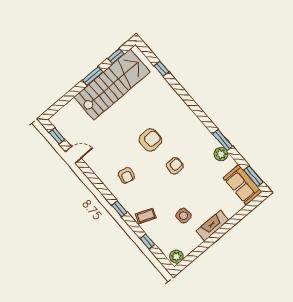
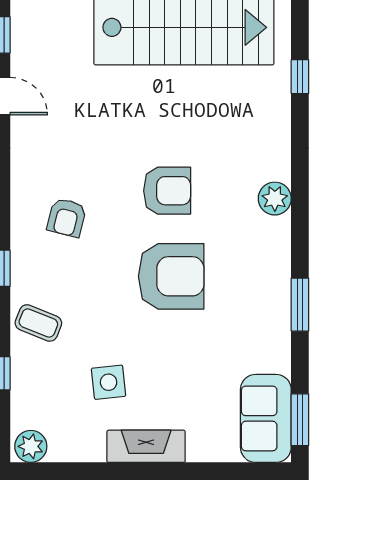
plant: (221, 154) -> (275, 199), moved
armchair: (175, 166) -> (171, 276), width x1.88, depth x1.88

